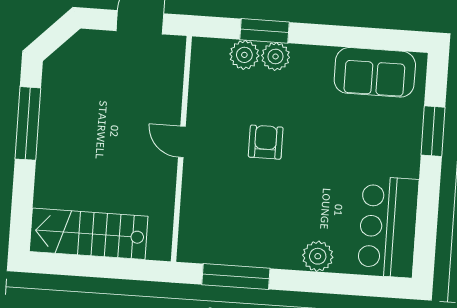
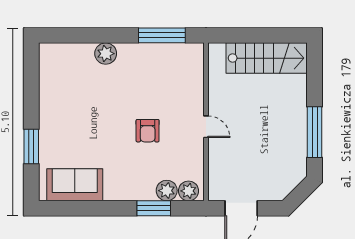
plant: (276, 56) -> (189, 191), moved
bar counter: (388, 227) -> (58, 77), removed

